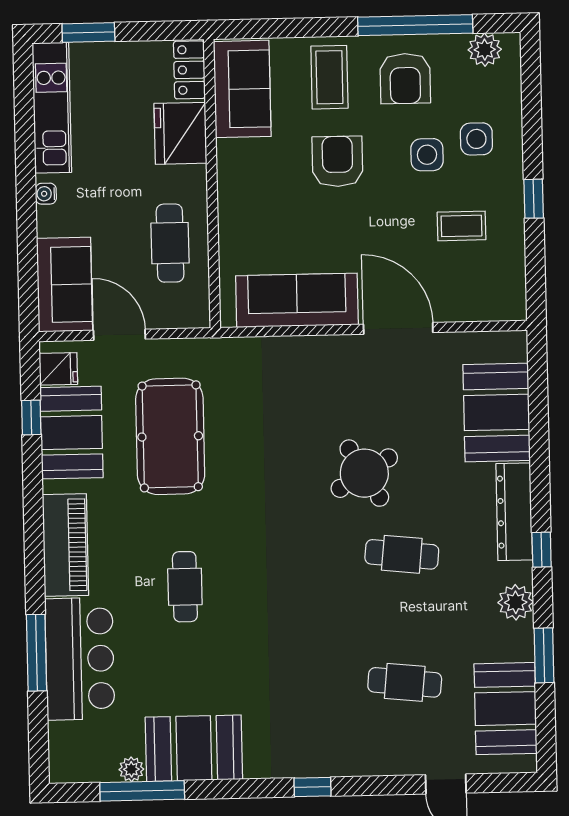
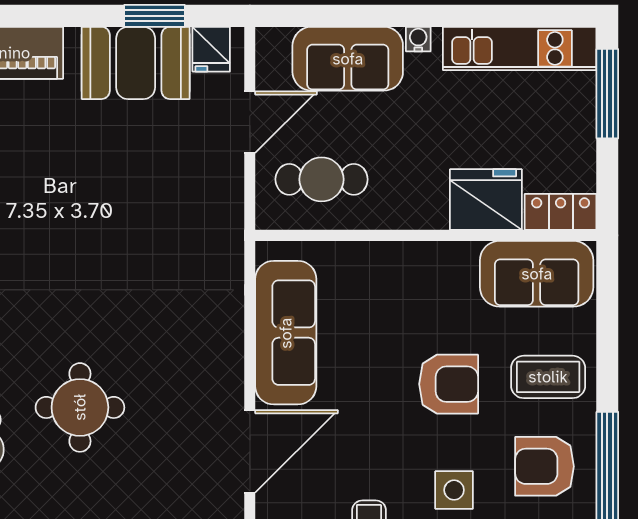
window: (88, 33) -> (607, 94), width x1.44
cafe table: (170, 243) -> (322, 179), moved
sofa: (65, 285) -> (348, 59), moved
window: (31, 418) -> (154, 16), width x1.50
pool table: (170, 436) -> (128, 179), removed
round table: (364, 473) -> (80, 407), turned 31

